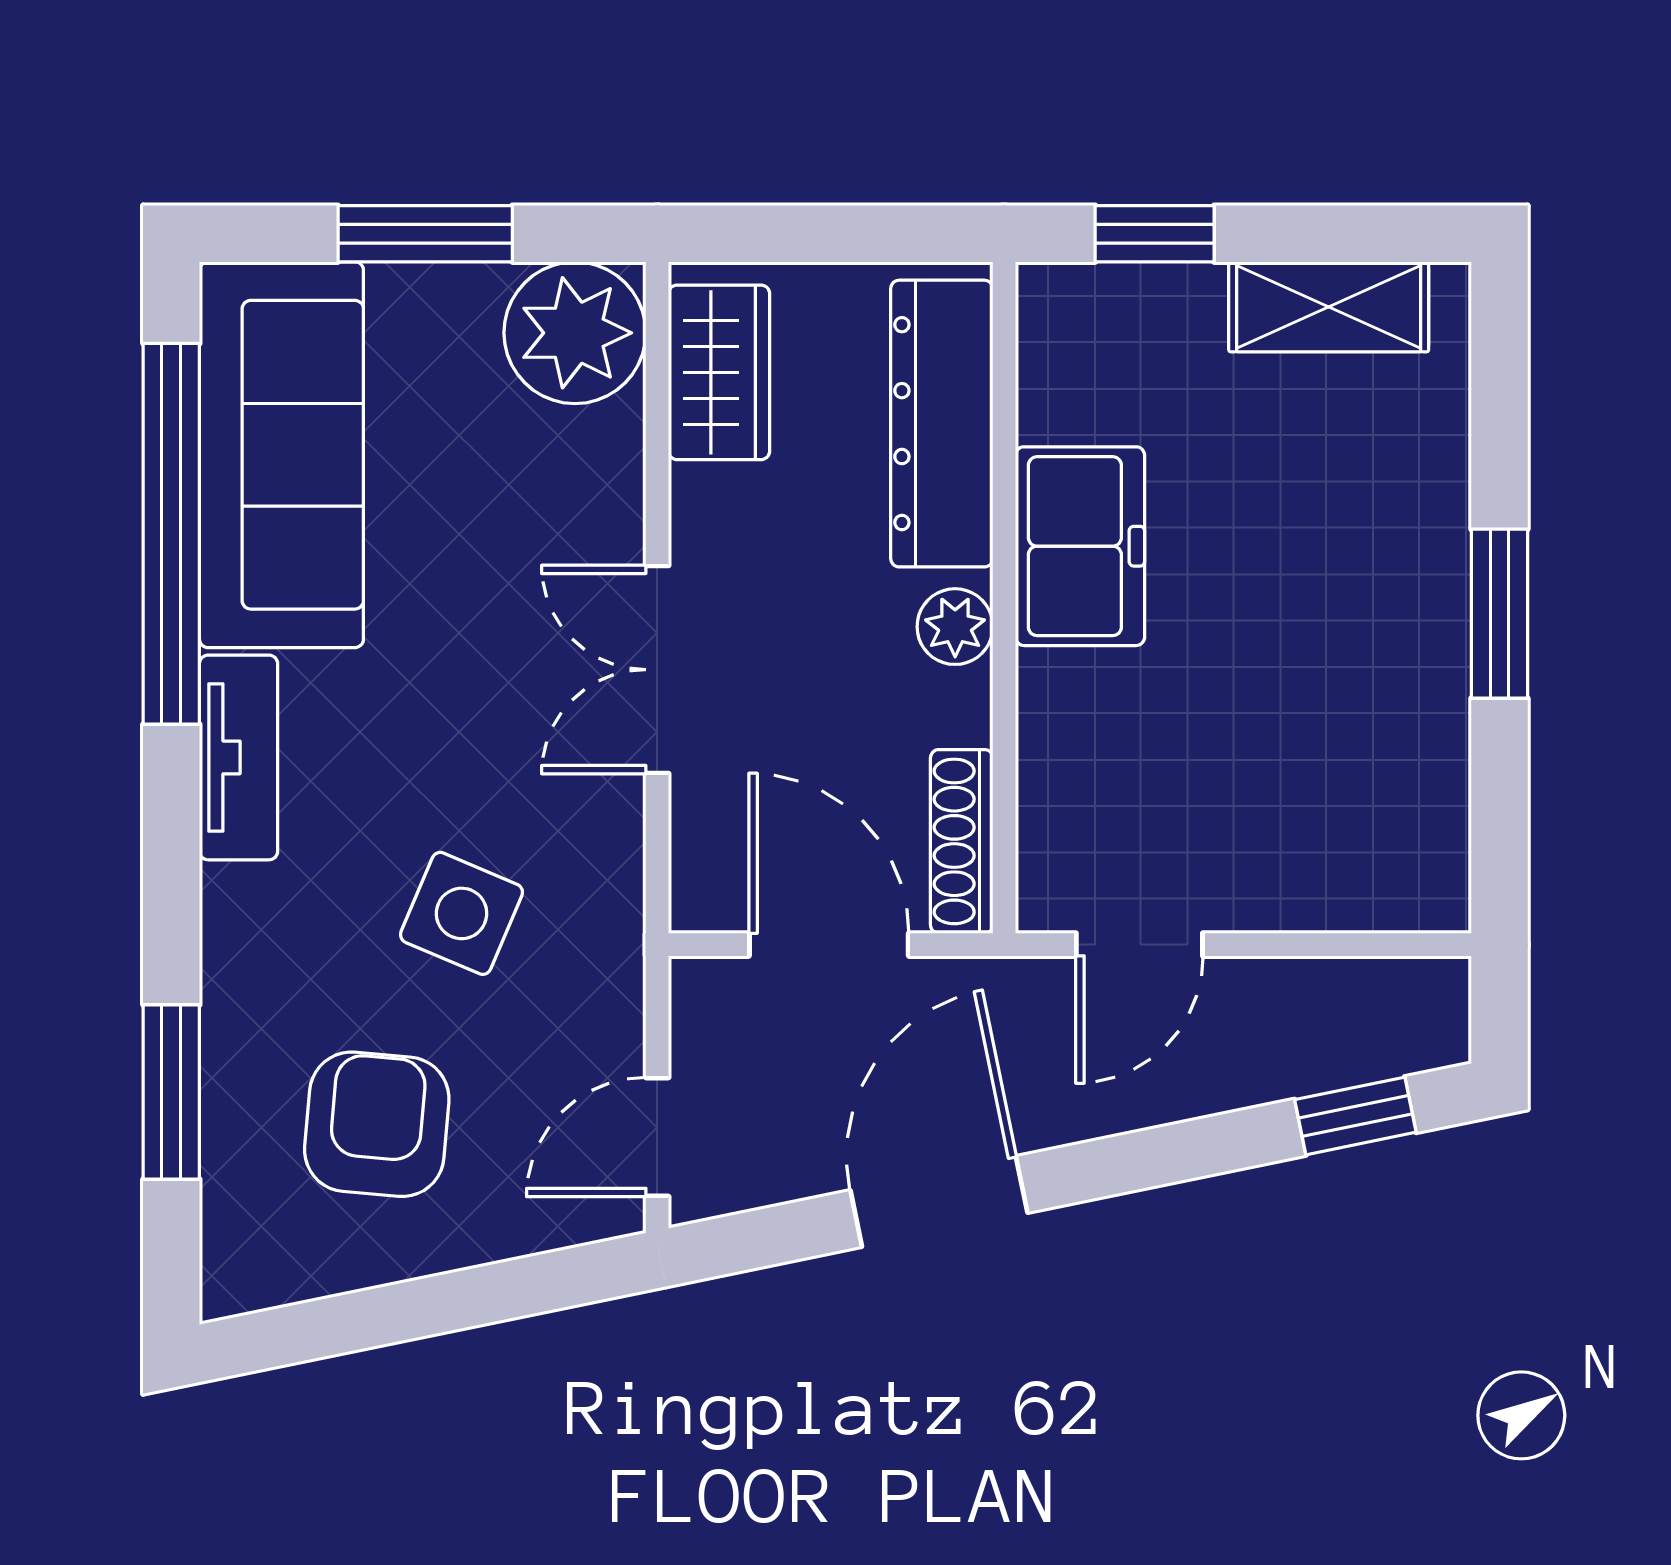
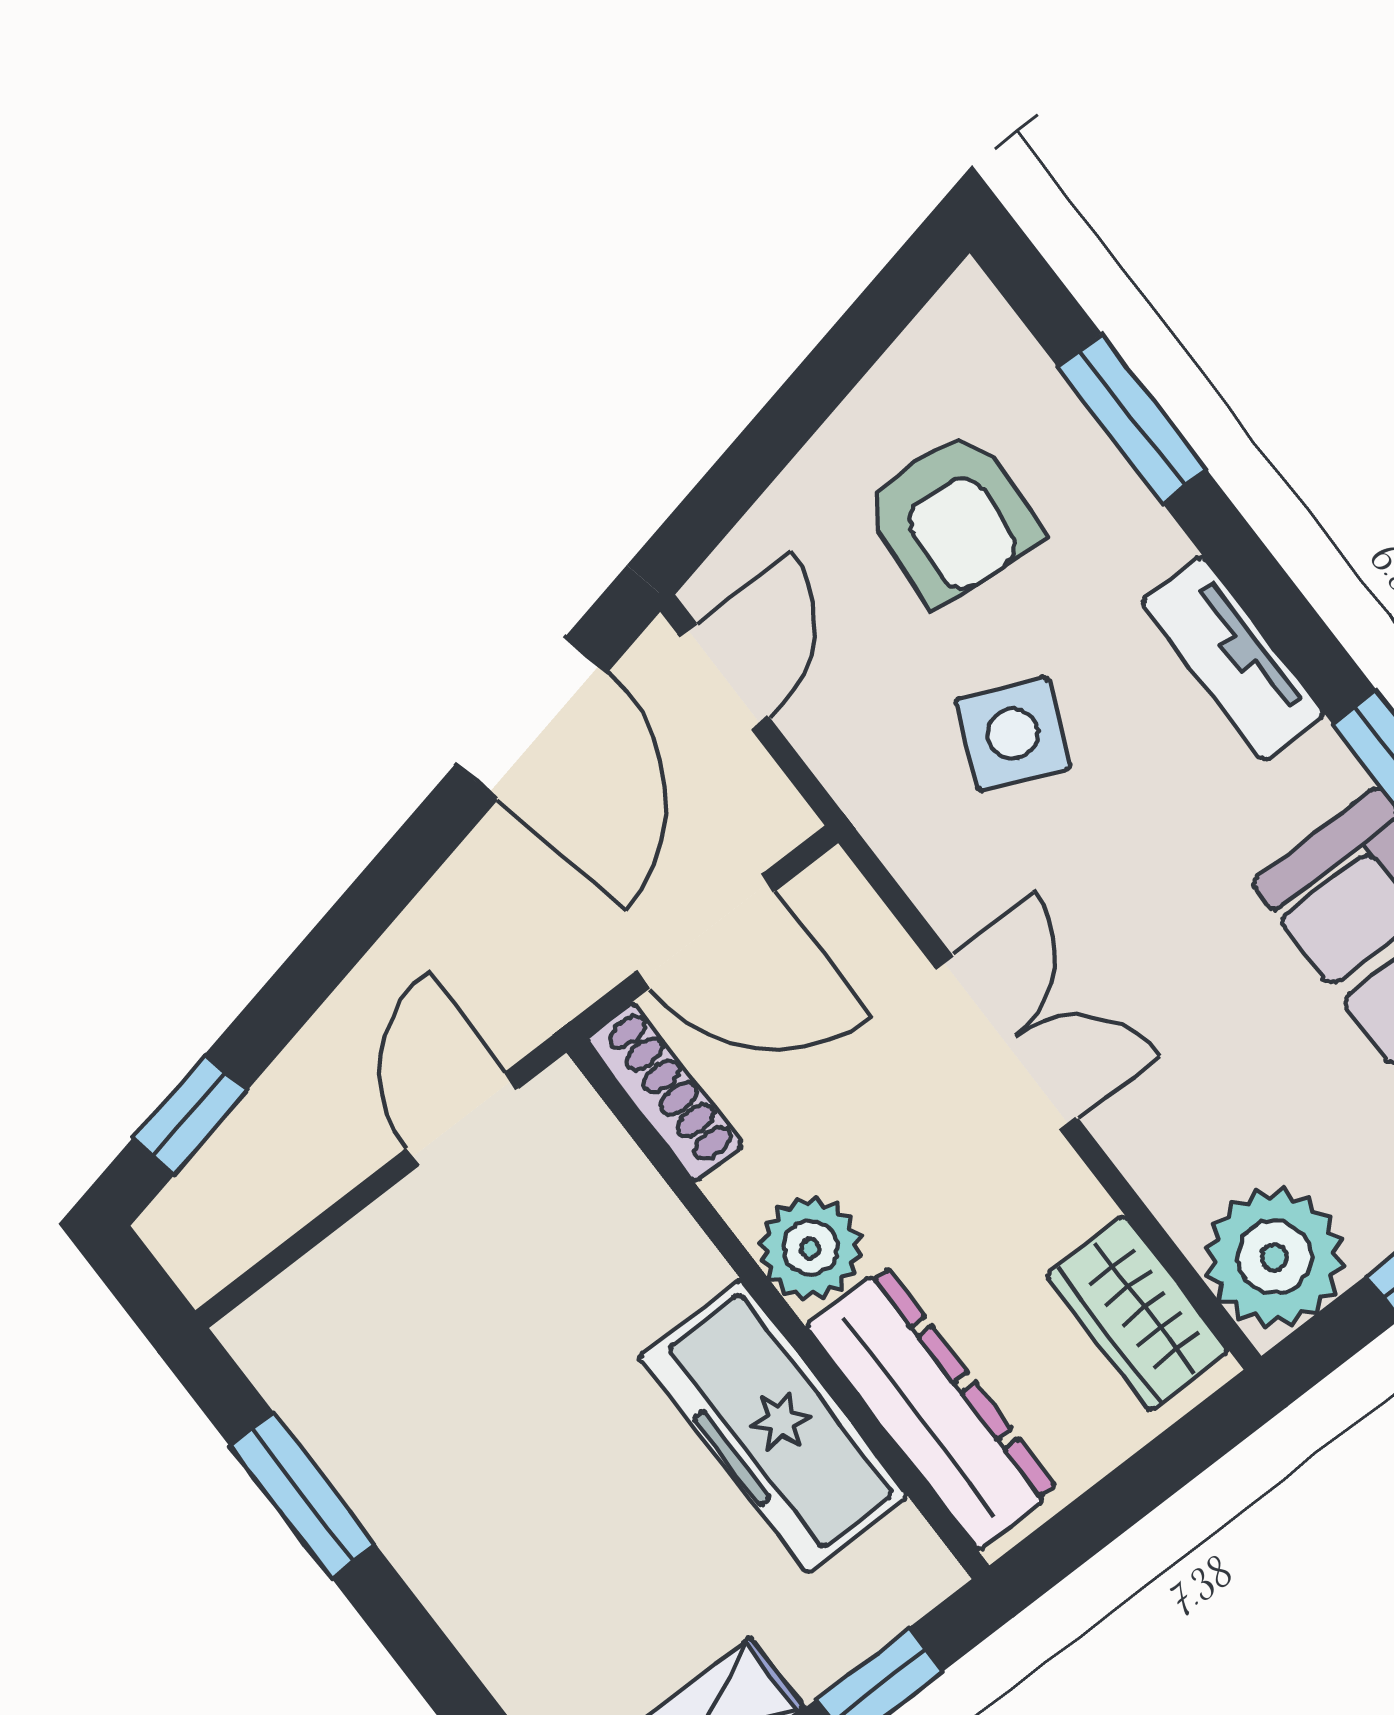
freezer: (1080, 546) -> (773, 1426), width x1.40
window: (1499, 614) -> (303, 1495), moved
plant: (955, 627) -> (810, 1248), width x1.38, depth x1.38
tv unit: (239, 757) -> (1233, 658), moved
door: (939, 1202) -> (532, 718), moved

